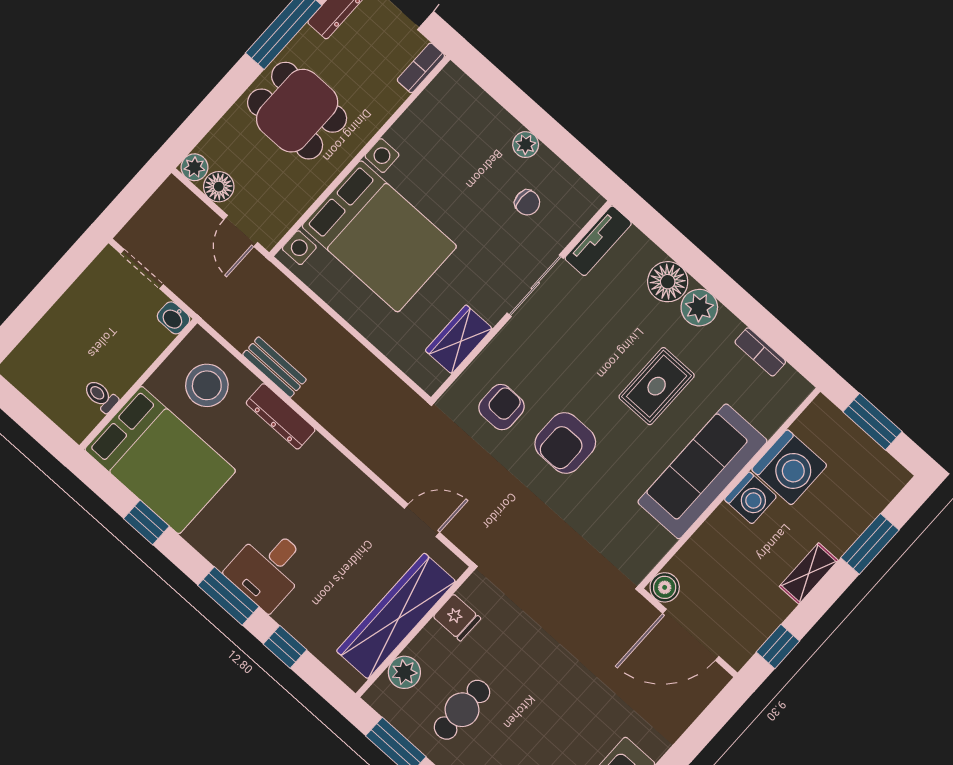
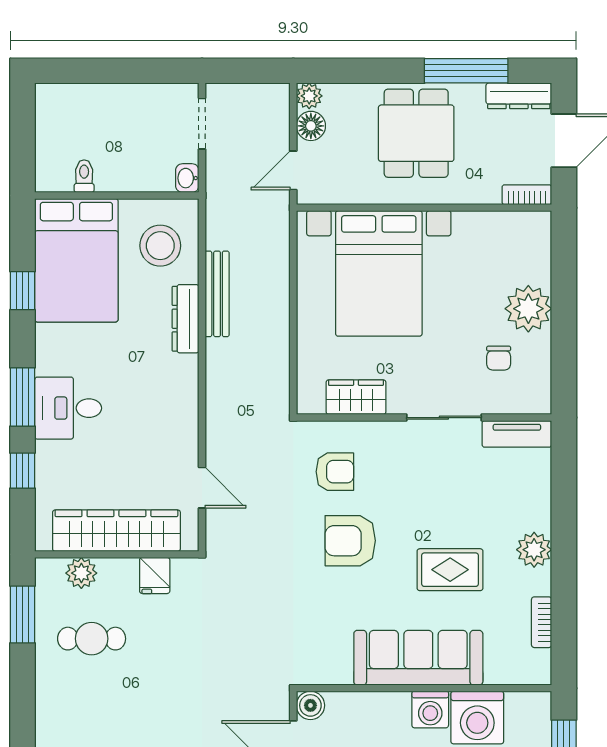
plant: (526, 145) -> (528, 309), width x1.87, depth x1.87
floor lamp: (668, 282) -> (532, 510), removed
bench: (274, 367) -> (217, 294), width x1.36

